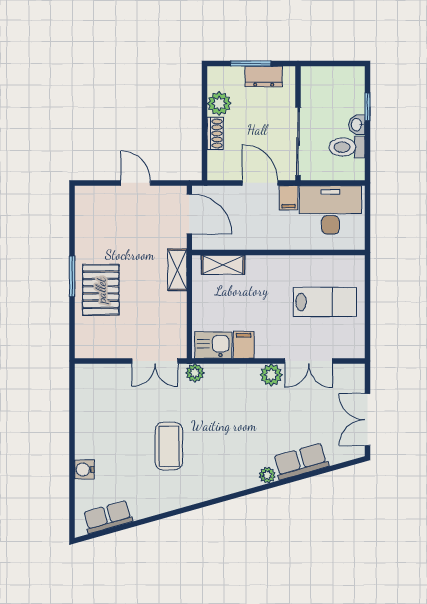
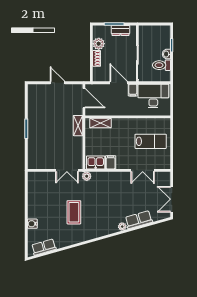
pallet: (101, 290) -> (40, 135), removed
plant: (271, 375) -> (124, 177), removed

